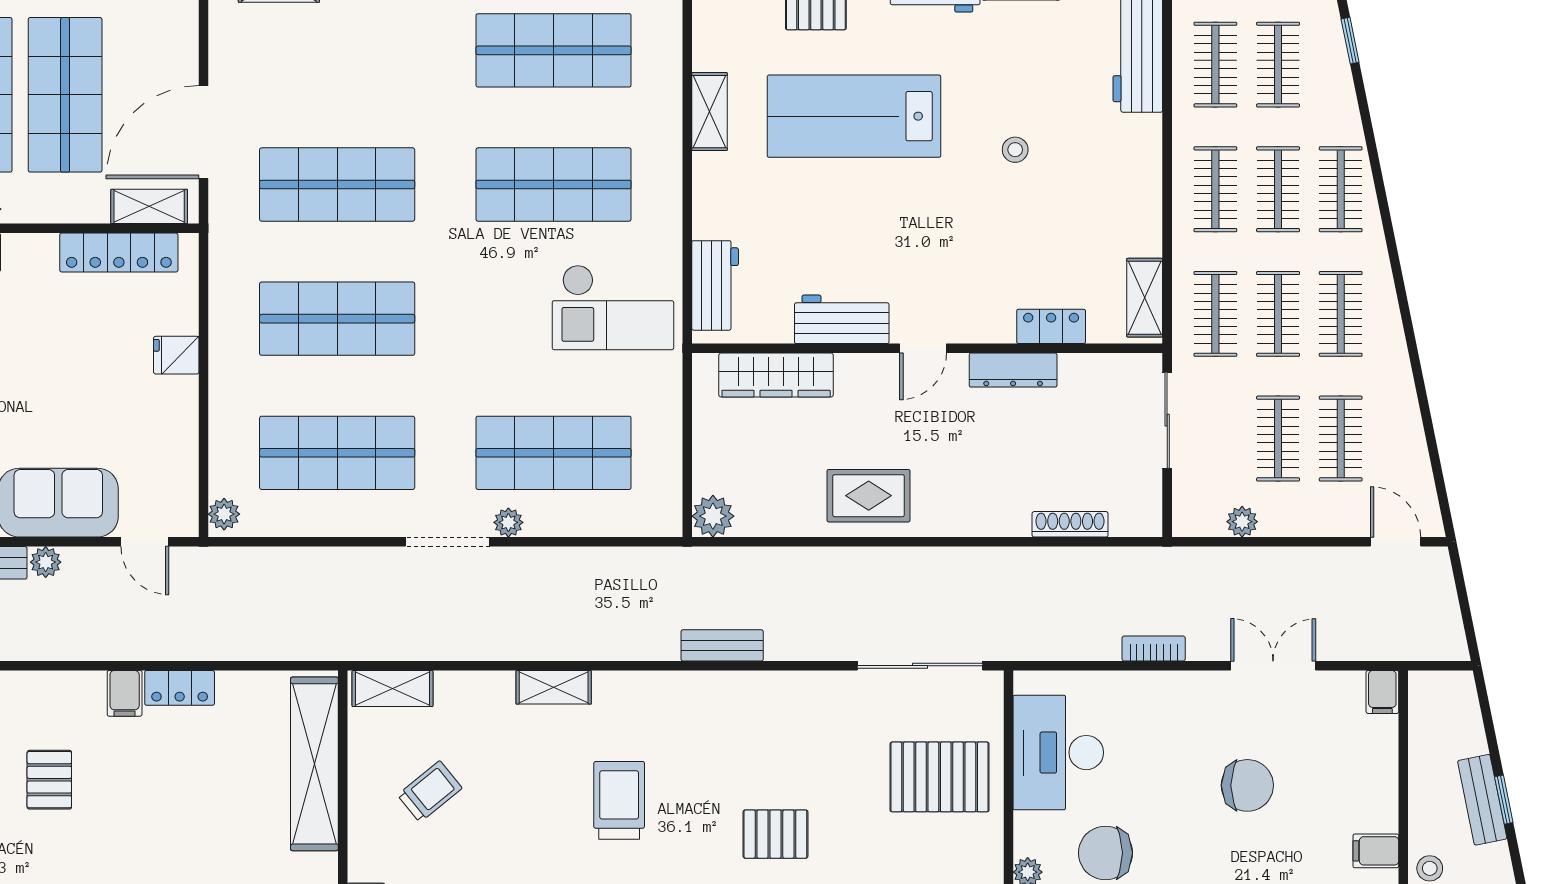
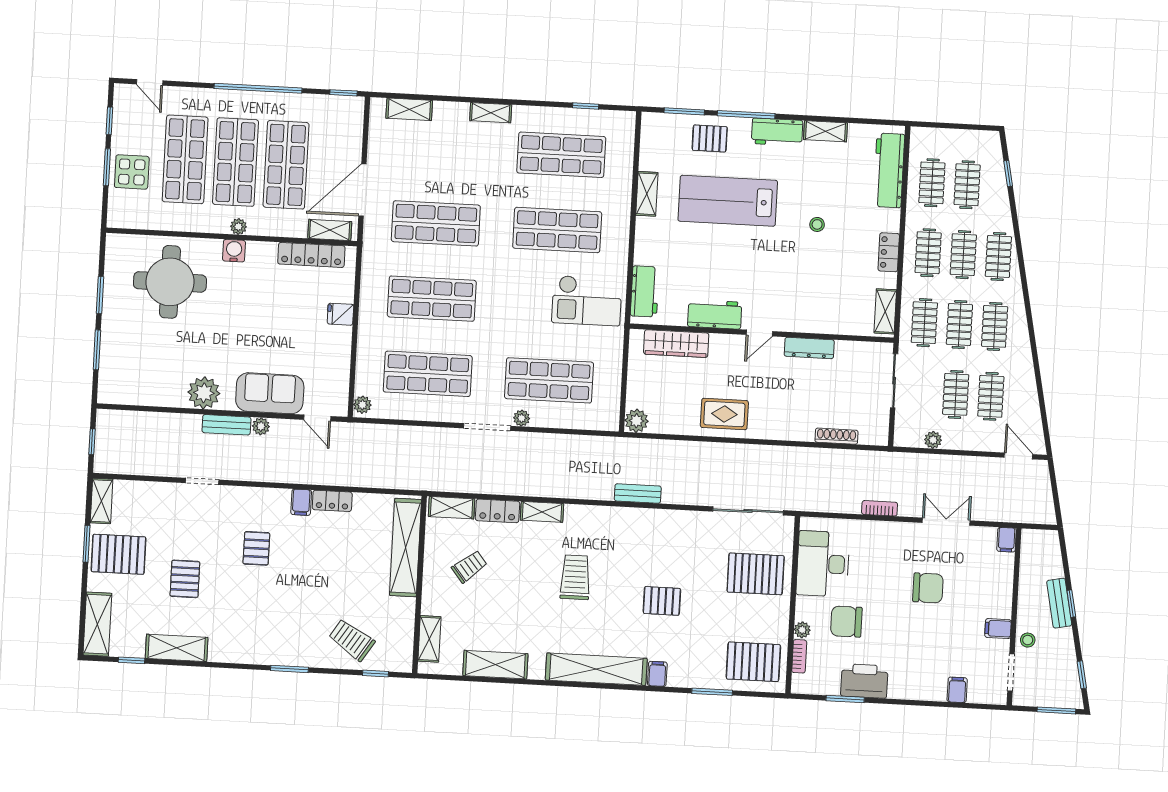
locker: (1051, 326) -> (889, 252), moved, turned -90
locker: (474, 690) -> (497, 511), added

